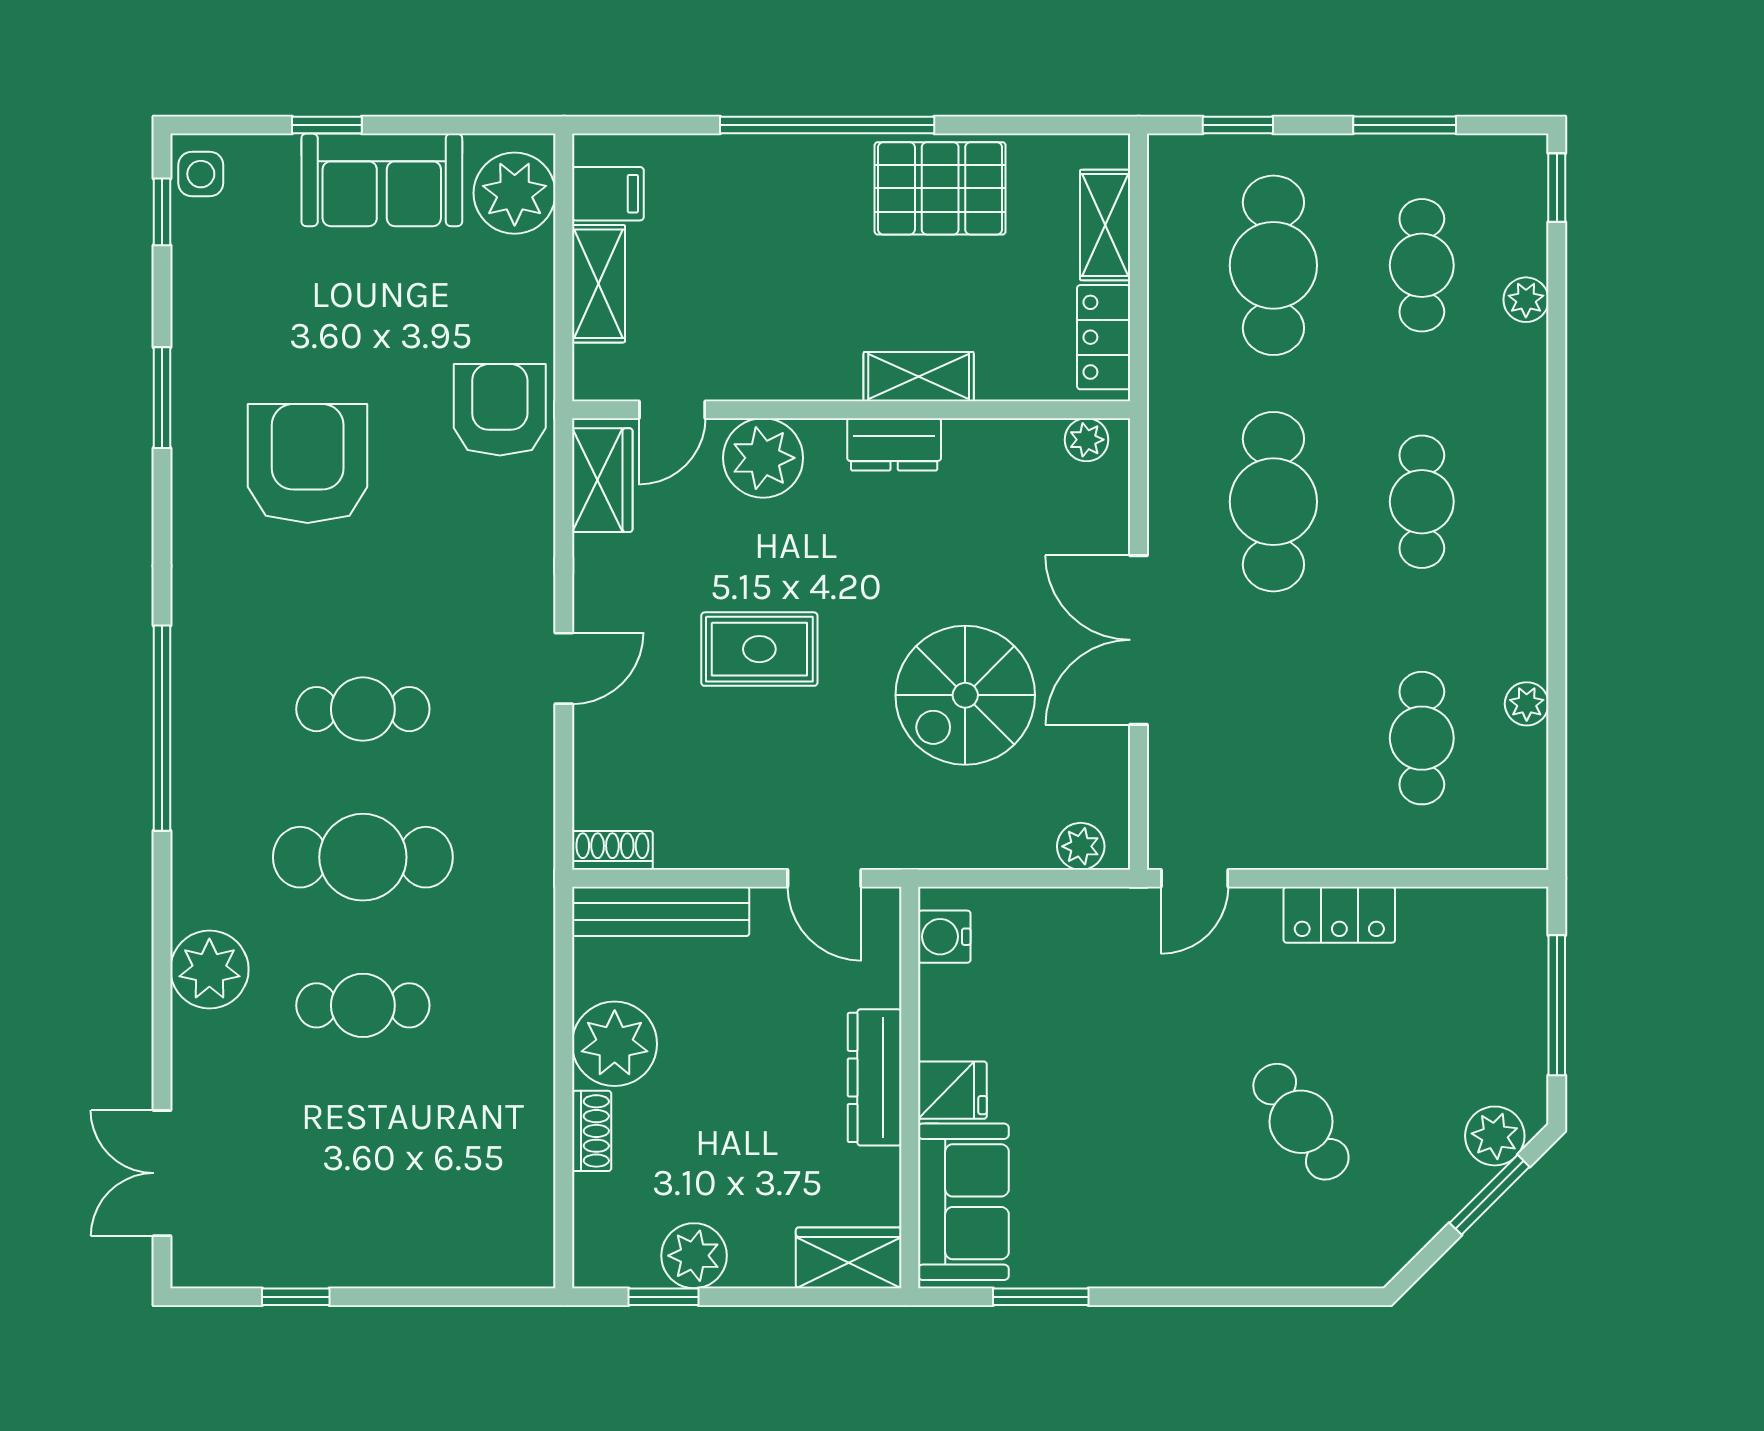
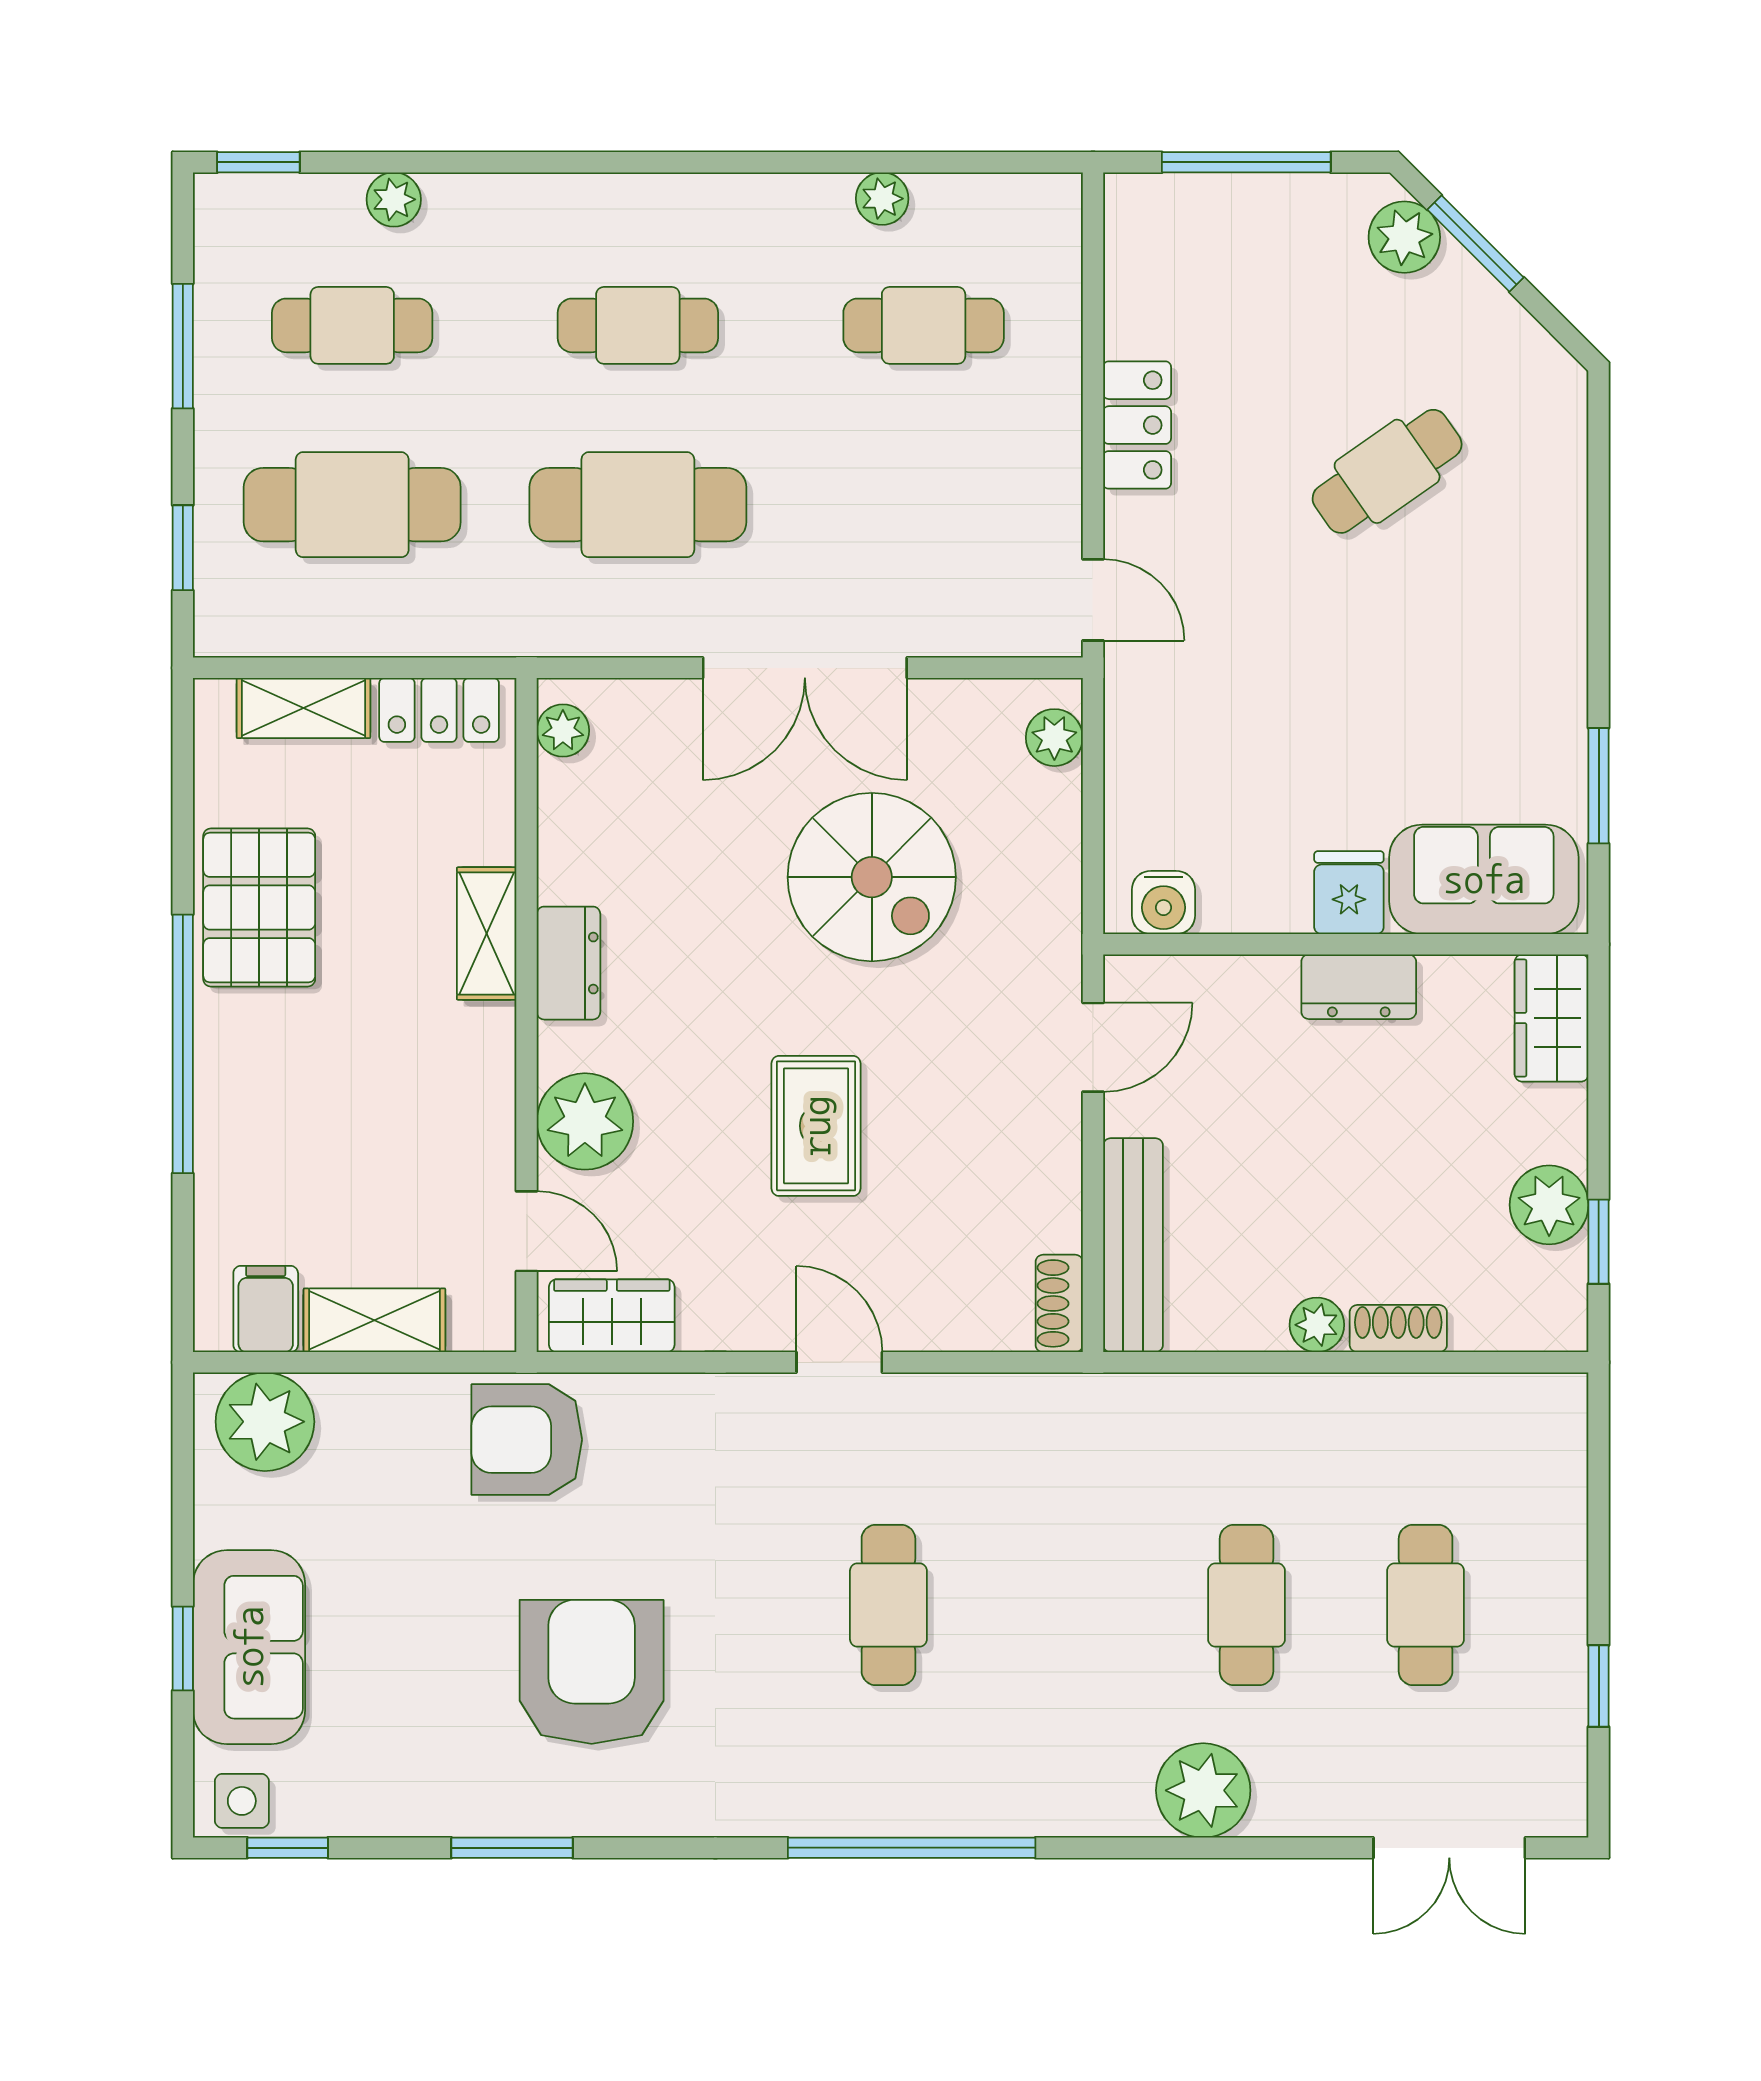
sofa: (382, 180) -> (249, 1647), moved
armchair: (308, 463) -> (592, 1672), turned 90
cafe table: (363, 857) -> (1426, 1605), moved, width x0.73, depth x0.74
plant: (615, 1044) -> (1317, 1325), width x0.53, depth x0.53
dresser: (875, 1077) -> (1359, 987), width x0.70

